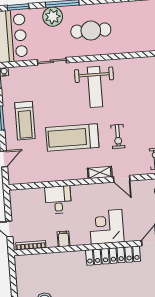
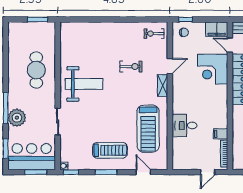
cafe table: (91, 31) -> (36, 70), moved
treadmill: (72, 137) -> (148, 129), moved
corner desk: (107, 227) -> (213, 69), moved
filing cabinet: (64, 239) -> (221, 134), moved

